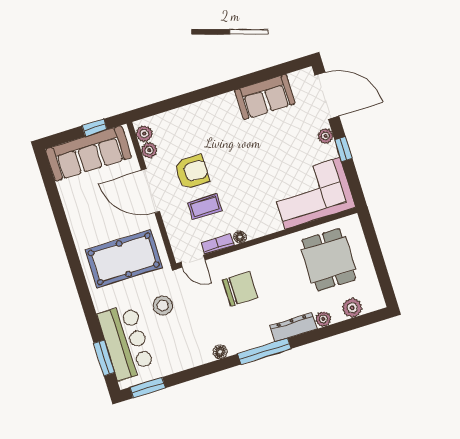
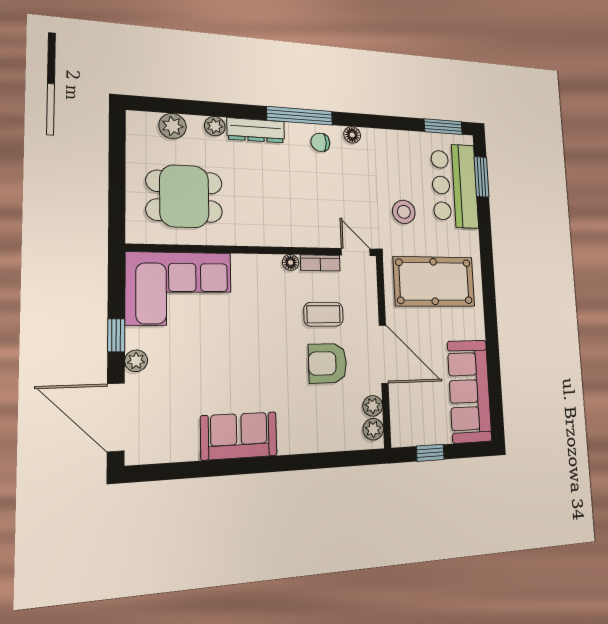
sofa: (265, 97) -> (239, 436), moved
sofa: (88, 153) -> (470, 391), moved, turned -90
dining table: (329, 260) -> (184, 196), turned 90
chair: (240, 289) -> (320, 142), moved, width x0.54, depth x0.54

